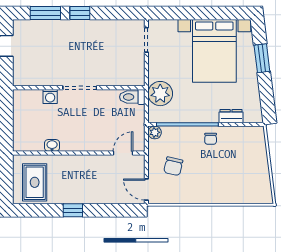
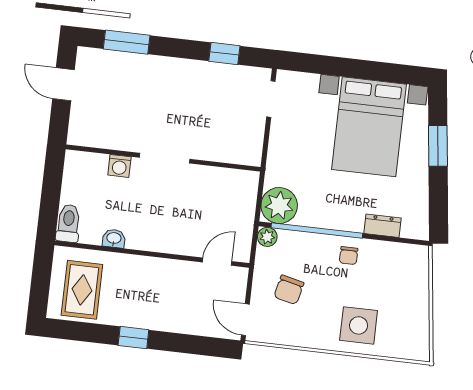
window: (80, 13) -> (224, 54), moved
plant: (160, 94) -> (279, 206), moved
toilet: (132, 97) -> (68, 223), moved, turned 90
side table: (223, 185) -> (359, 325), added

